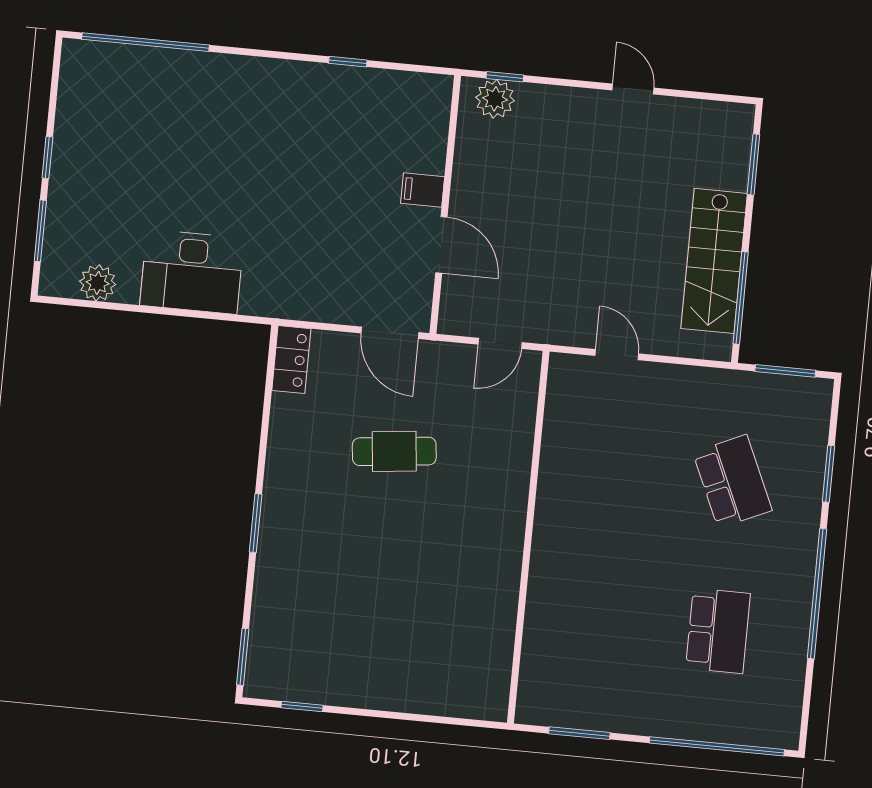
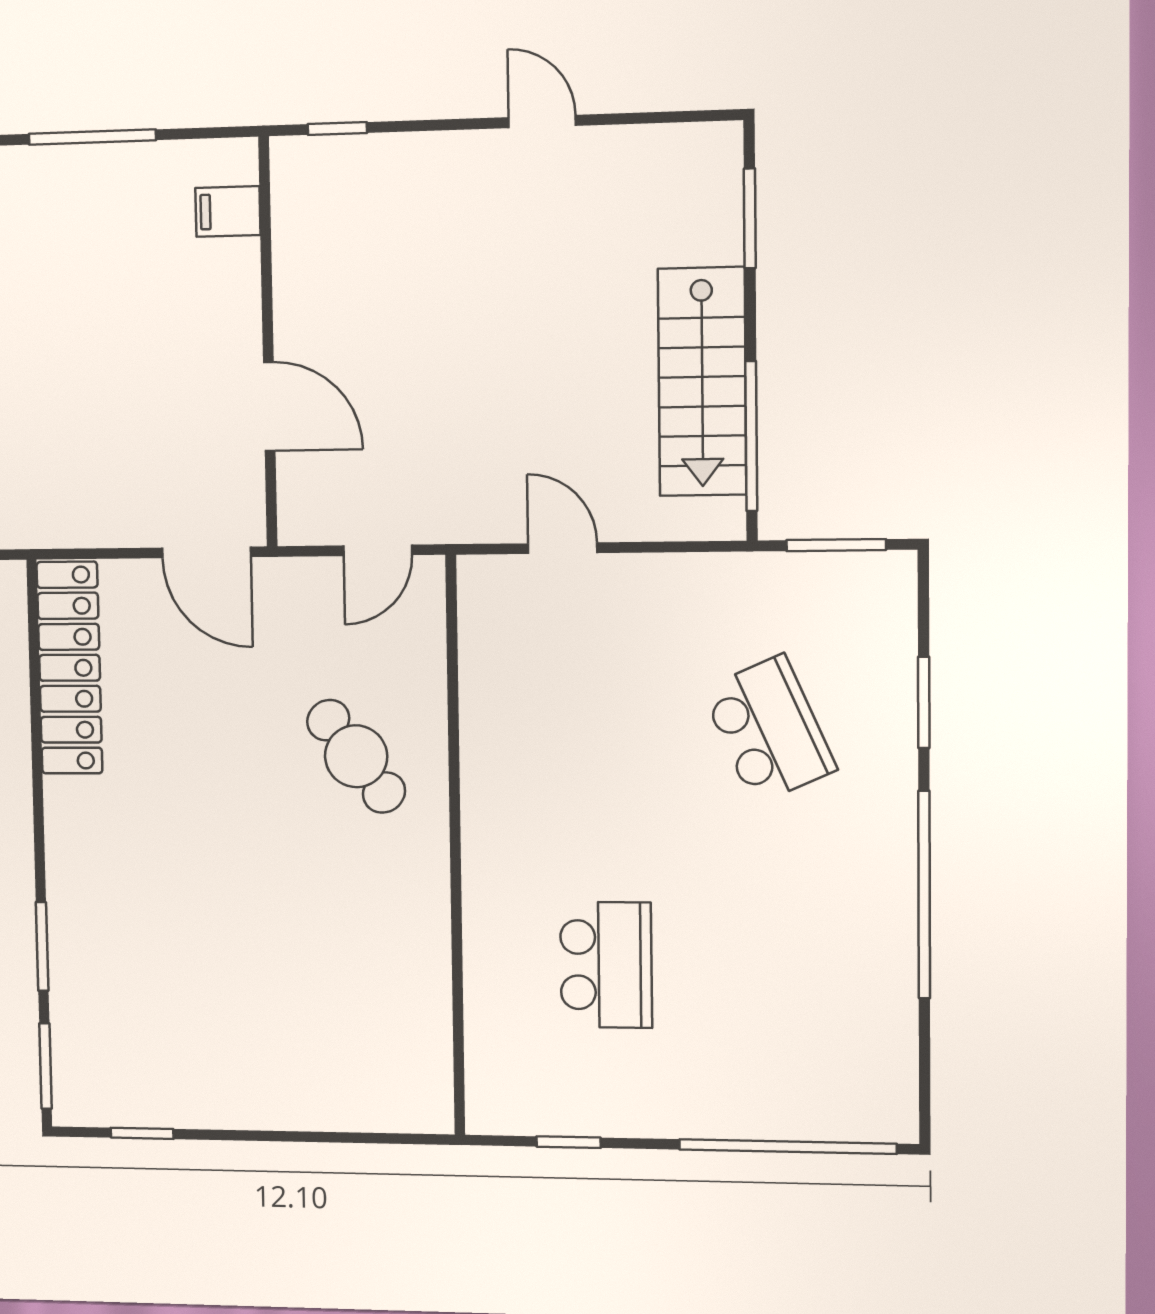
window: (348, 62) -> (92, 137), width x2.17
plant: (495, 99) -> (326, 166), removed
filing cabinet: (423, 190) -> (228, 211), moved
locker: (291, 360) -> (70, 668), width x2.16, depth x1.21
cafe table: (394, 451) -> (356, 756), moved, turned 59
window: (256, 523) -> (42, 946), moved
school desk: (718, 631) -> (606, 965), moved
window: (579, 733) -> (569, 1142), width x0.67

